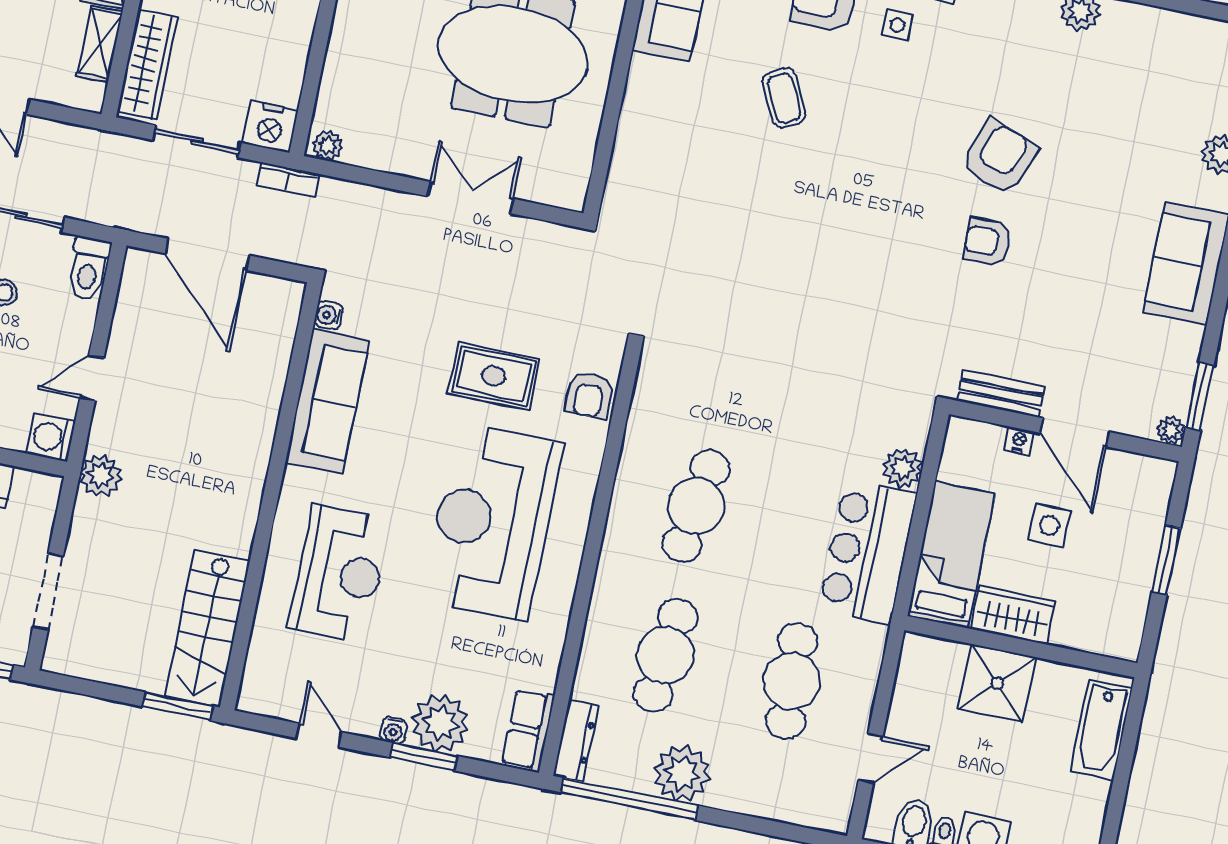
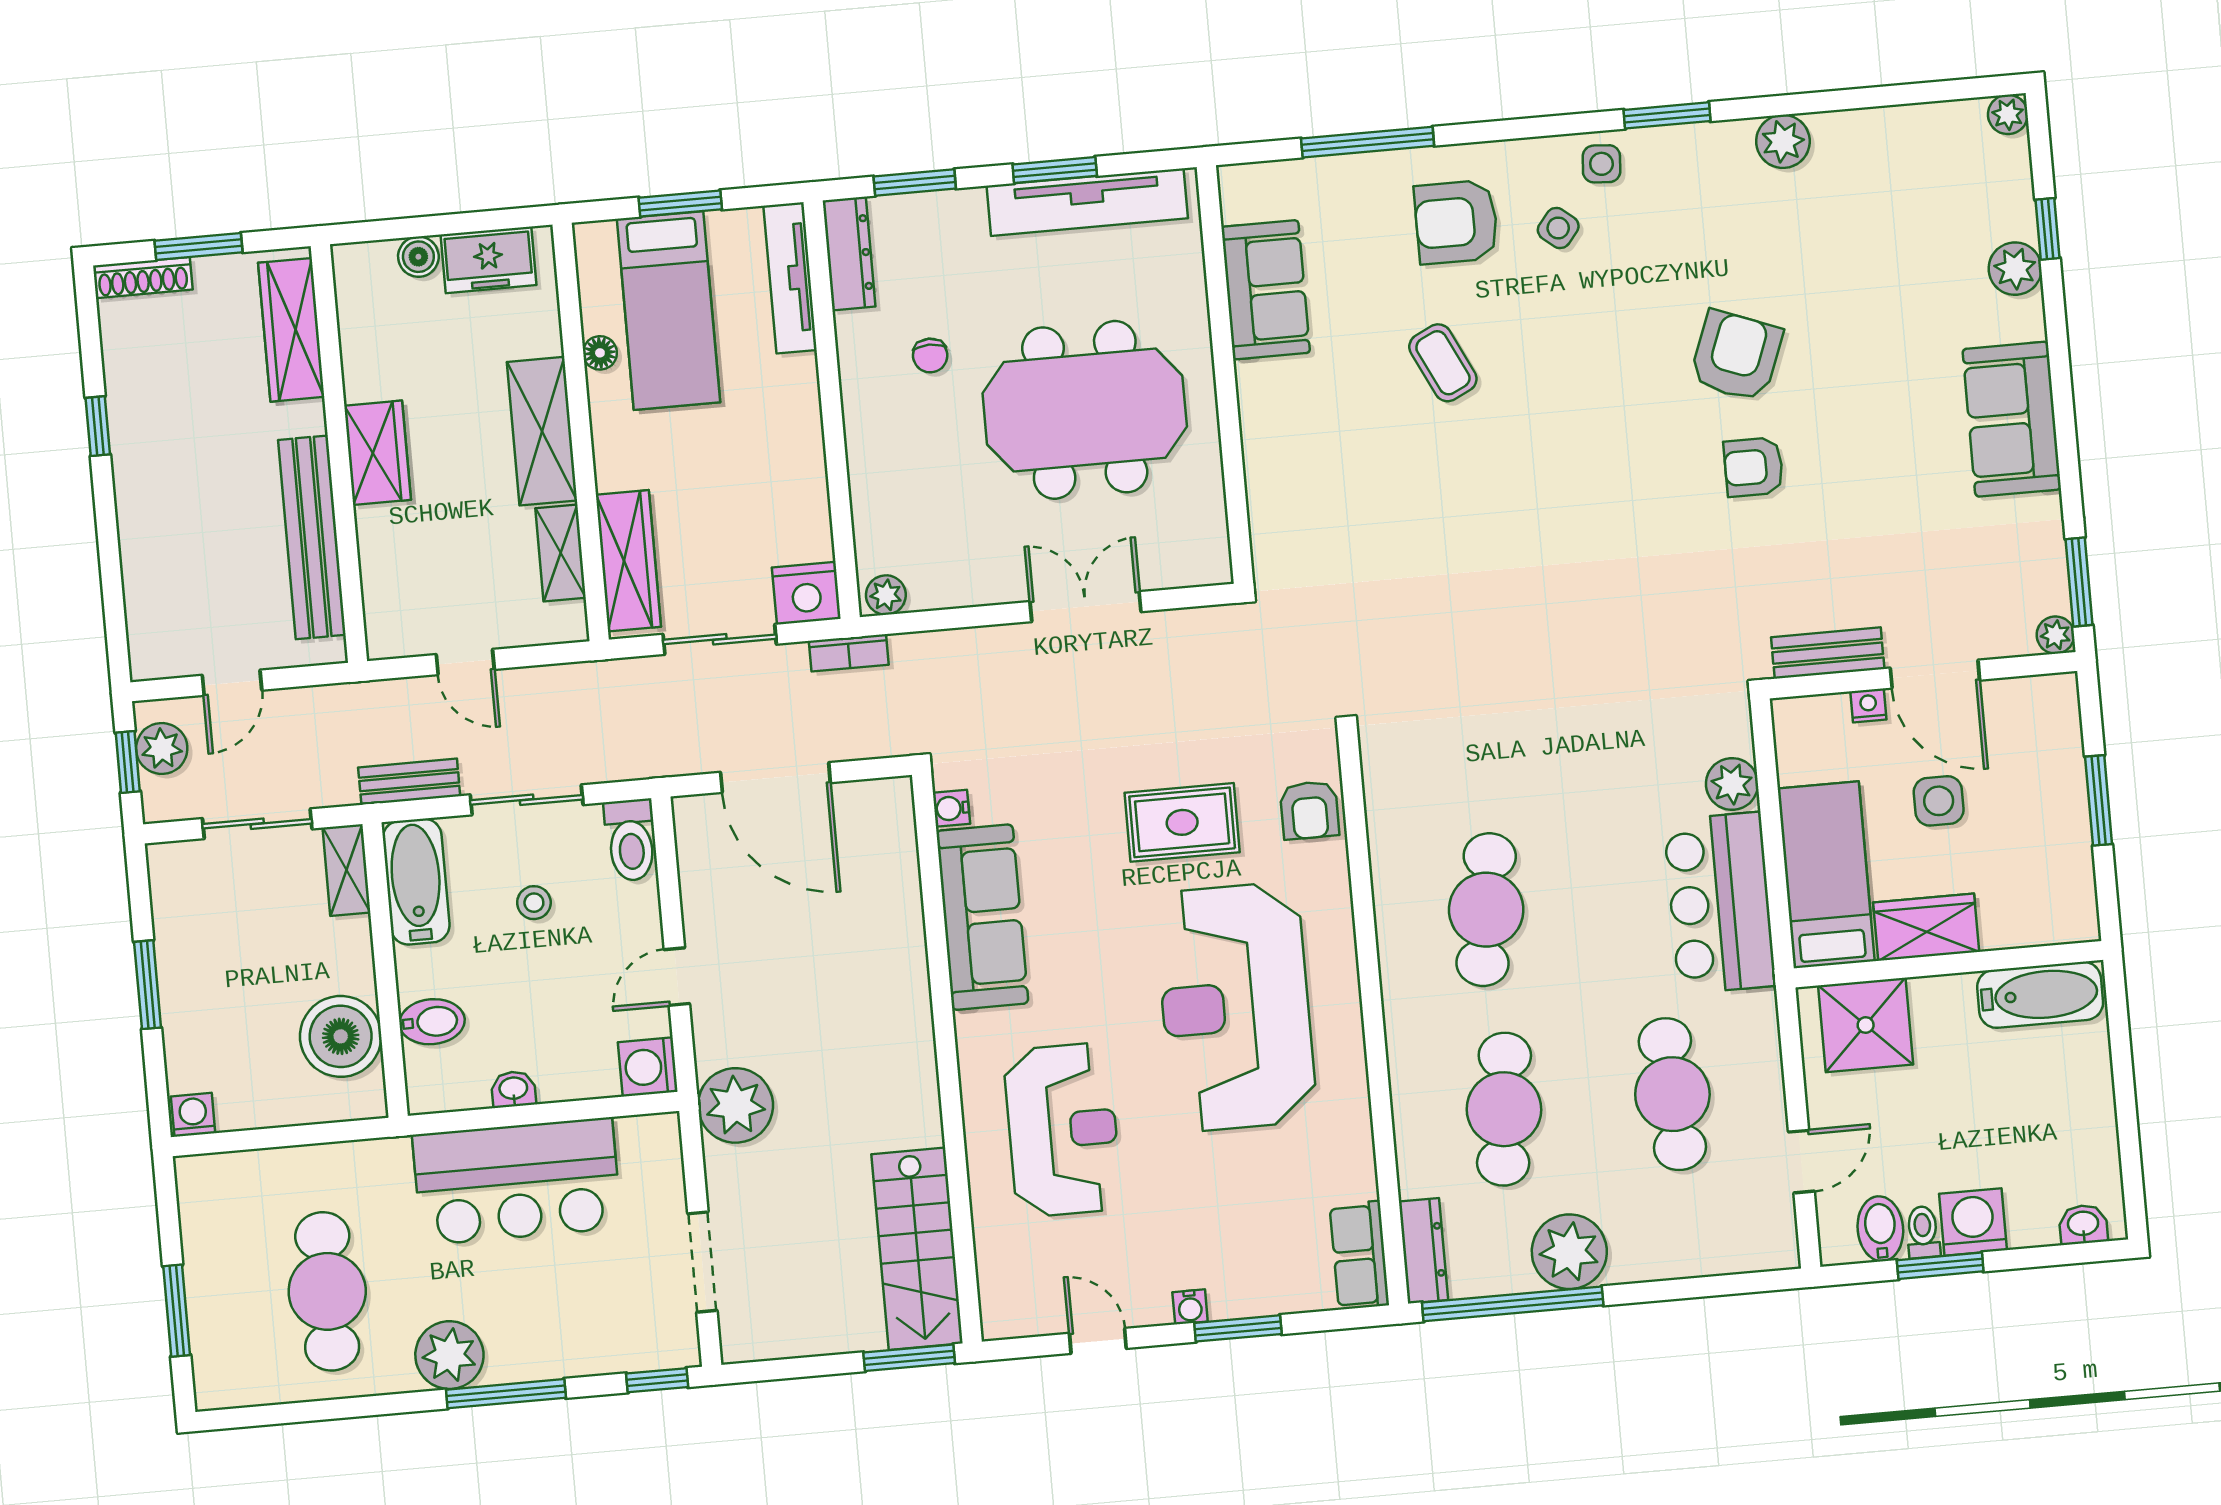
side table: (898, 25) -> (1558, 228), turned 38
plant: (101, 476) -> (736, 1105), width x1.36, depth x1.36
shower: (997, 683) -> (1866, 1025), moved
plant: (440, 723) -> (1246, 1280), removed
bathtub: (1101, 730) -> (2040, 995), moved, turned -90

